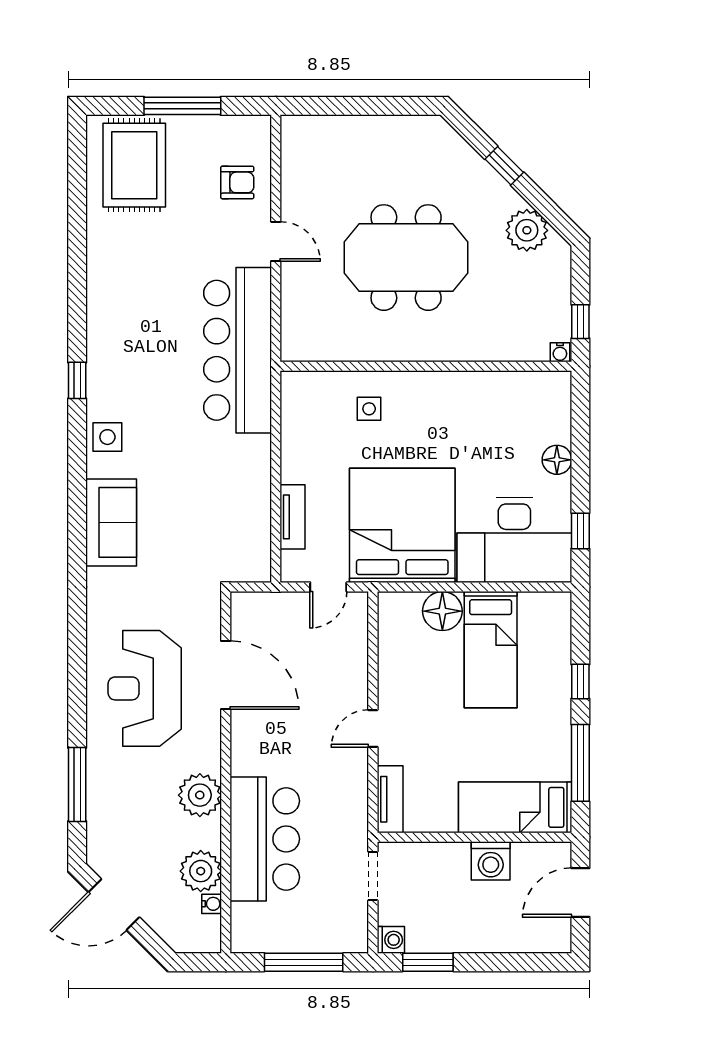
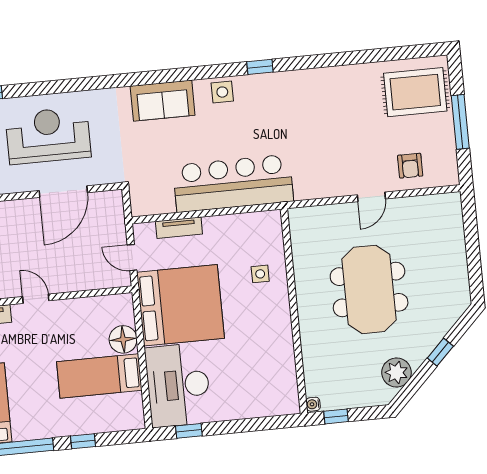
bar counter: (238, 350) -> (233, 183), moved
floor lamp: (557, 460) -> (237, 409), removed

